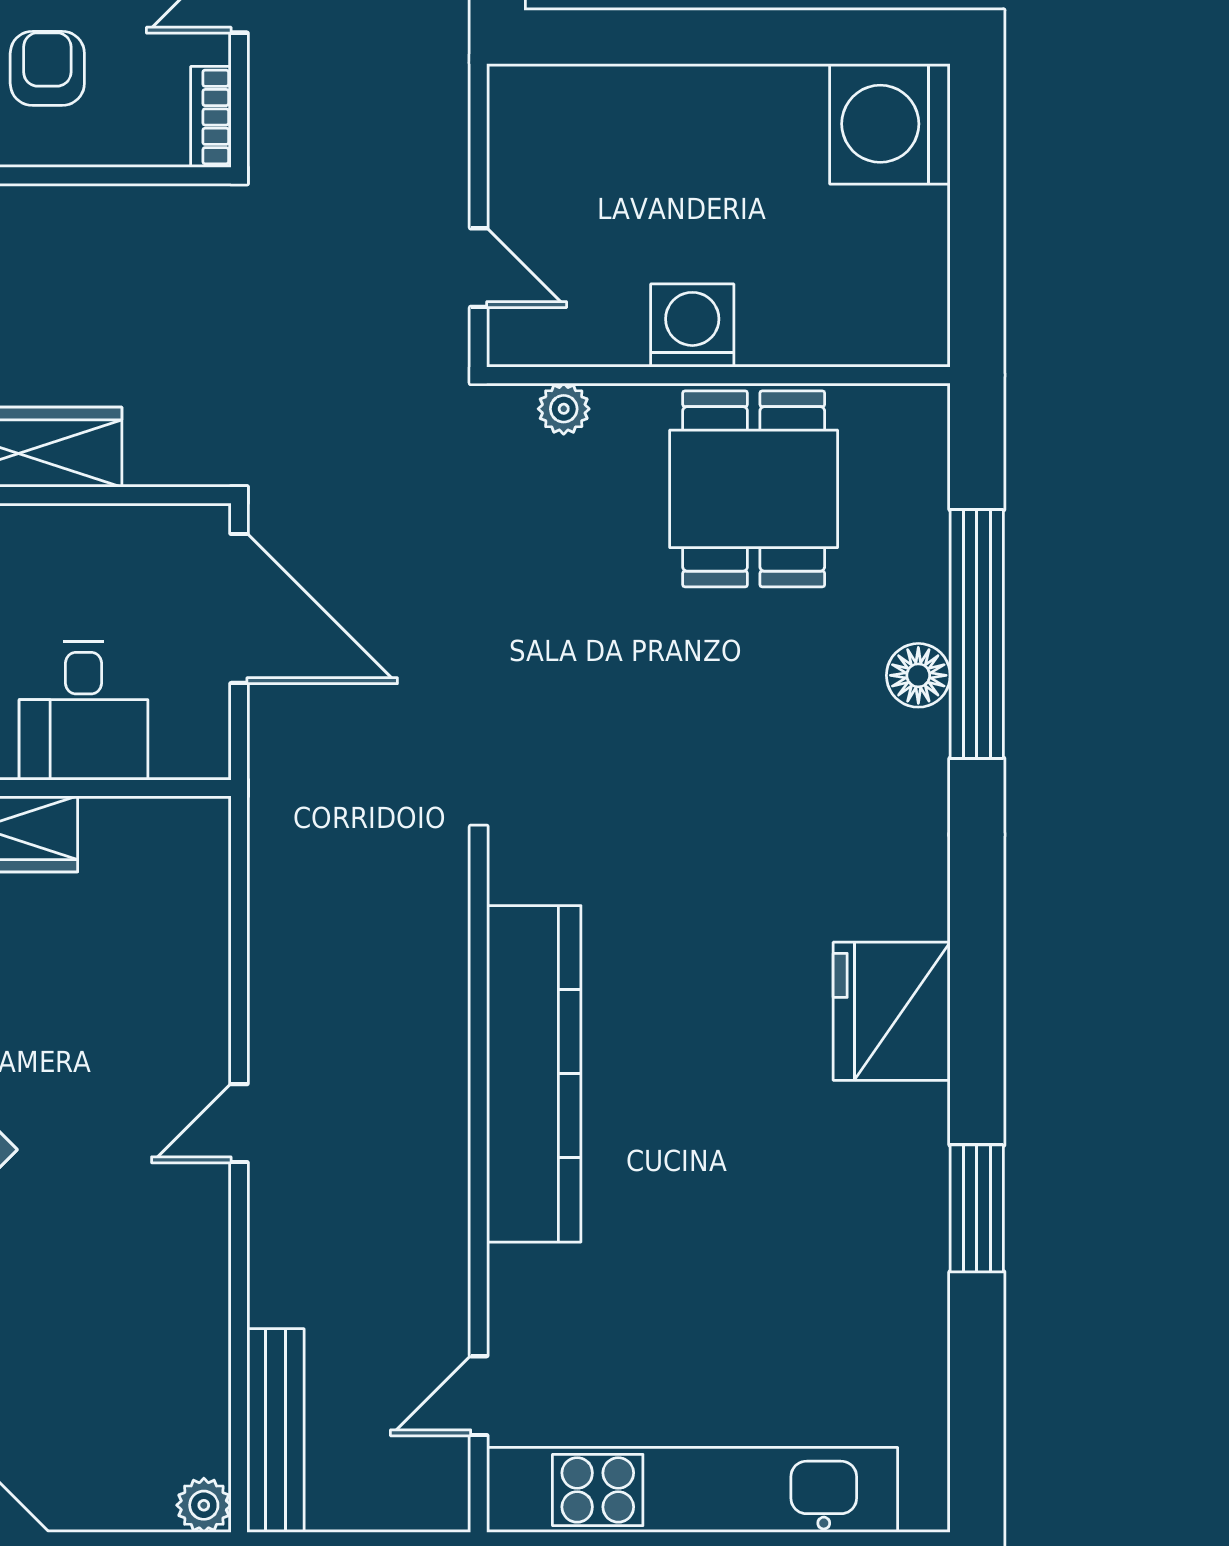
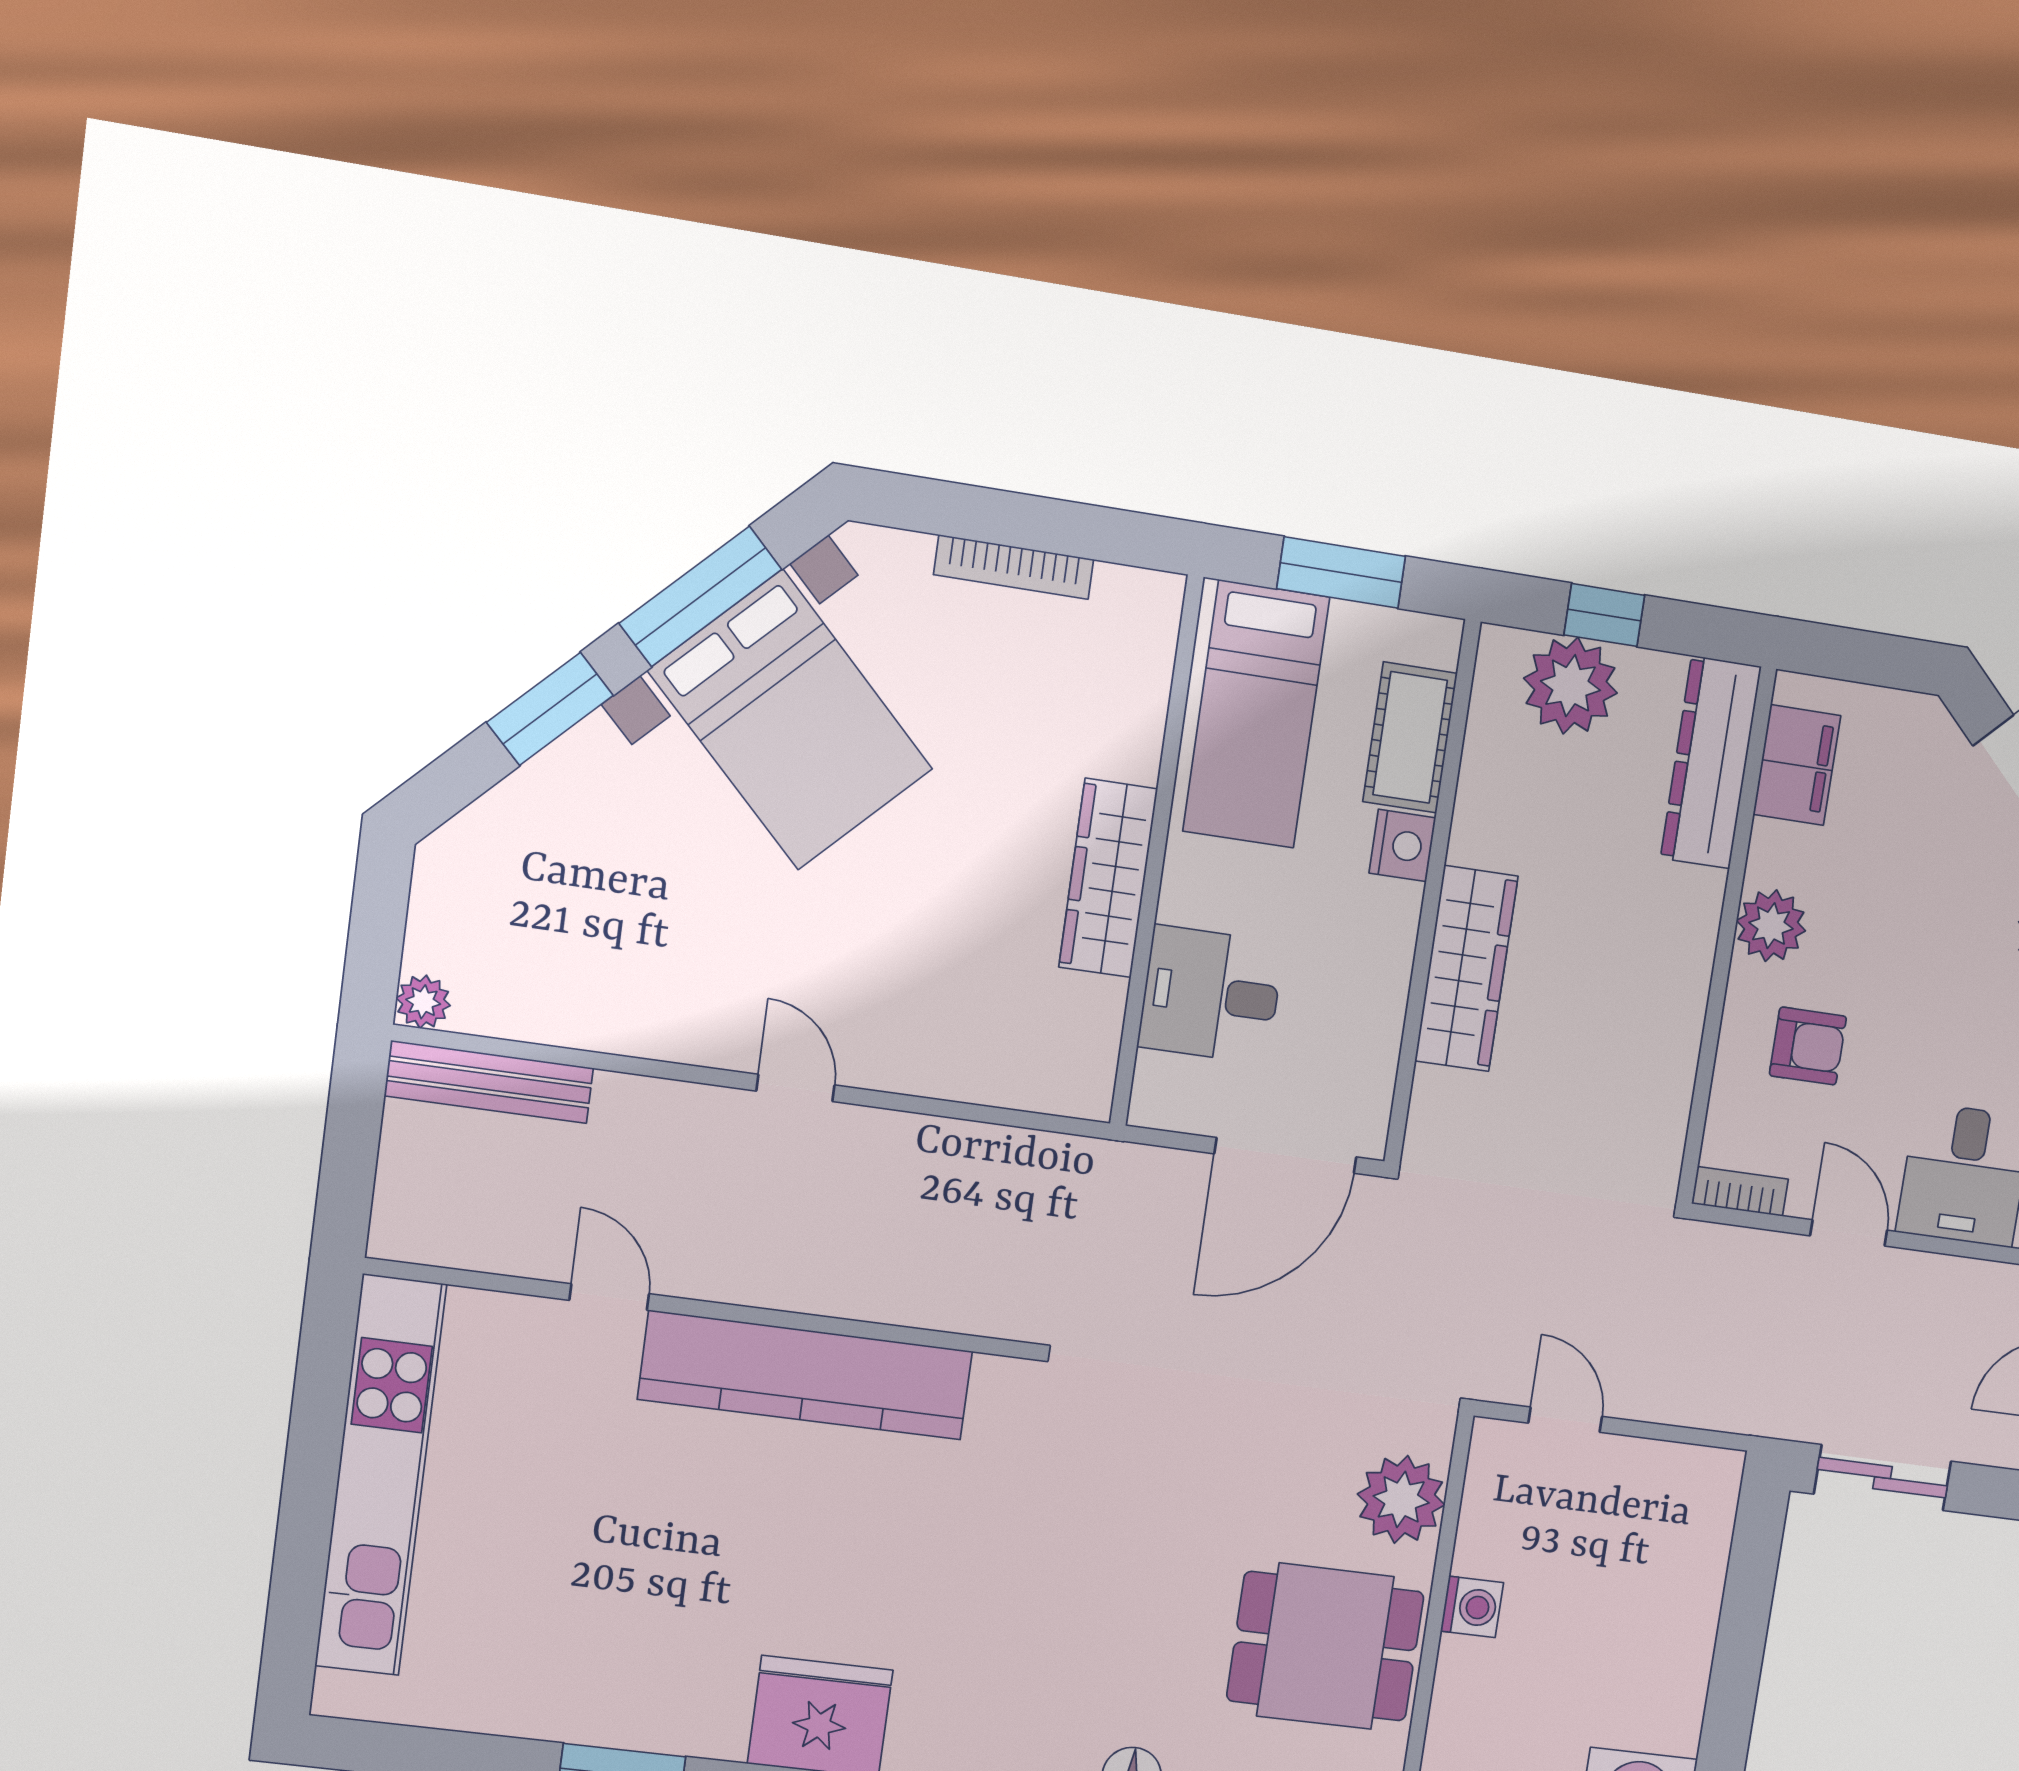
door: (479, 268) -> (1565, 1420), swing flipped
washing machine: (692, 326) -> (1472, 1607), width x0.73, depth x0.73
plant: (564, 409) -> (1401, 1499), width x1.88, depth x1.88
door: (479, 1396) -> (609, 1297), moved

